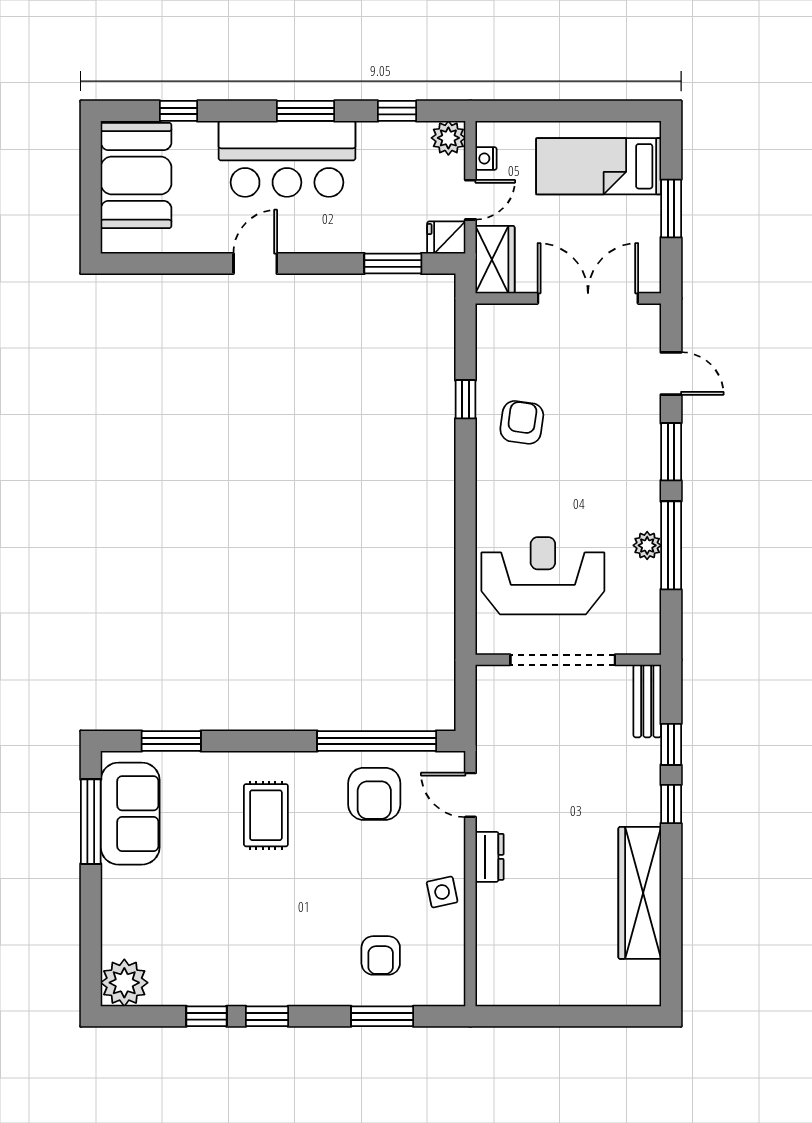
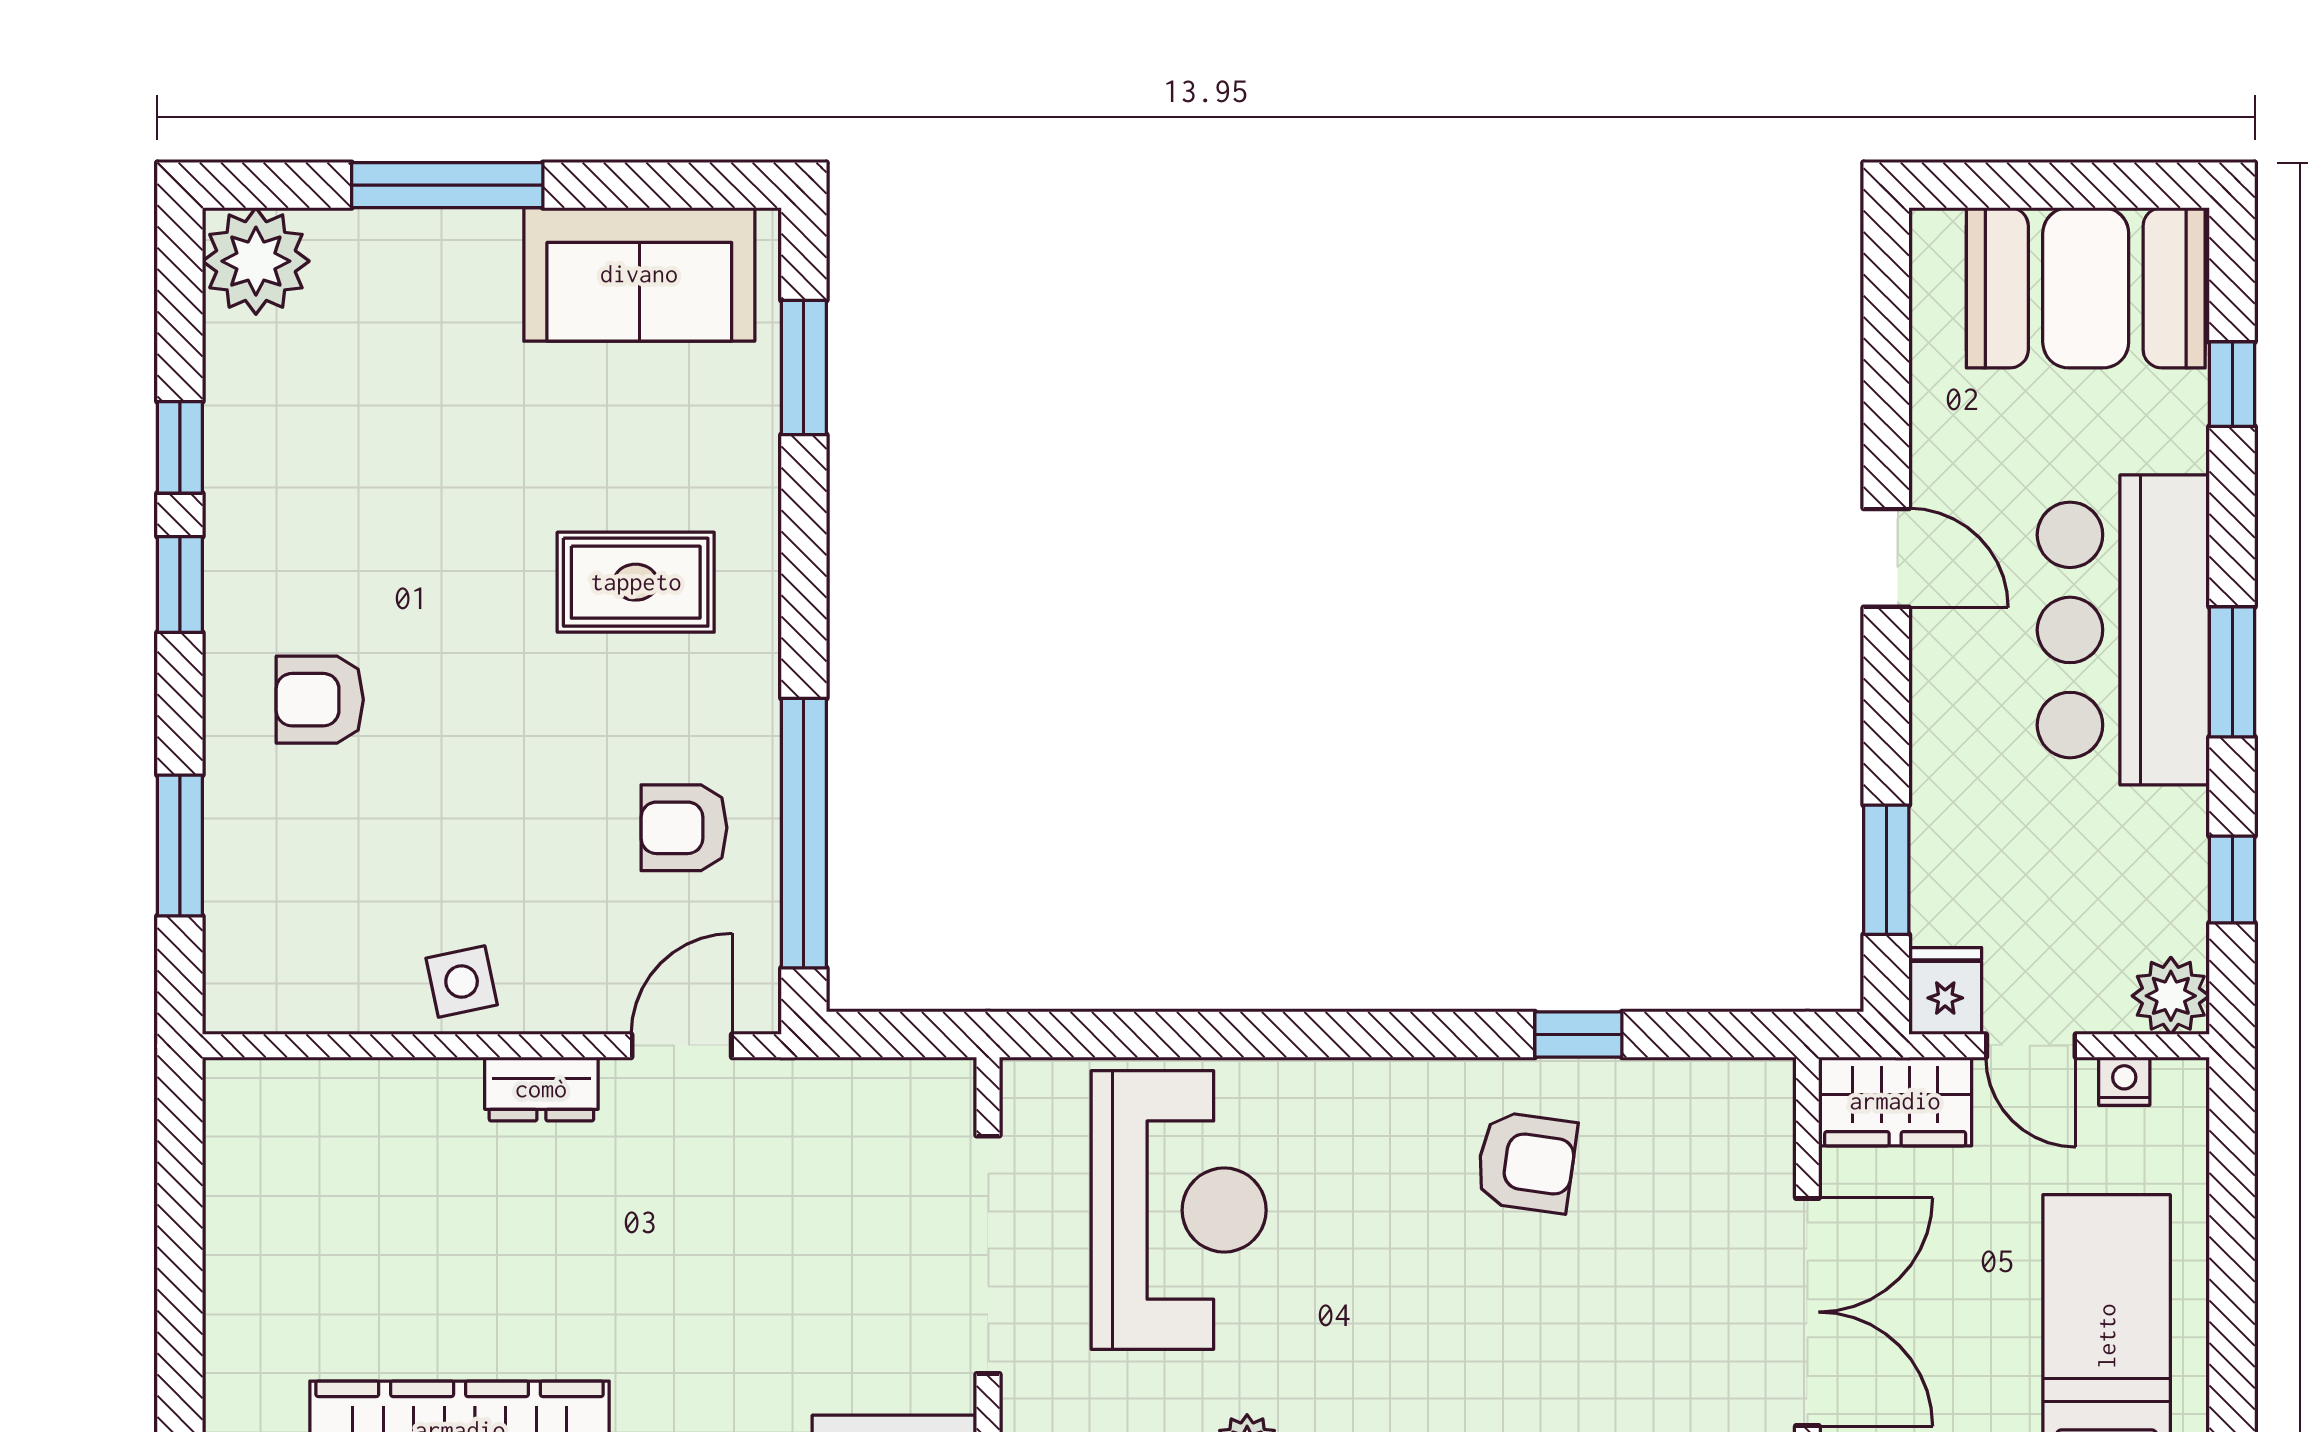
armchair: (374, 794) -> (684, 828), width x0.72, depth x0.72
window: (91, 822) -> (447, 185), moved
armchair: (381, 955) -> (320, 700), moved

